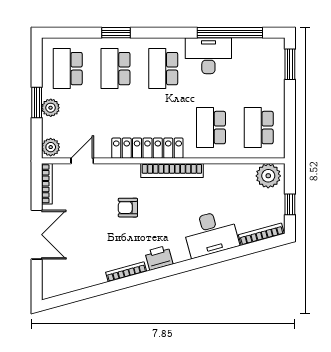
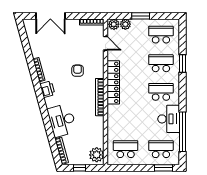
plant: (51, 108) -> (125, 24), moved
school desk: (211, 128) -> (161, 149), moved
double door: (37, 235) -> (50, 16), moved

